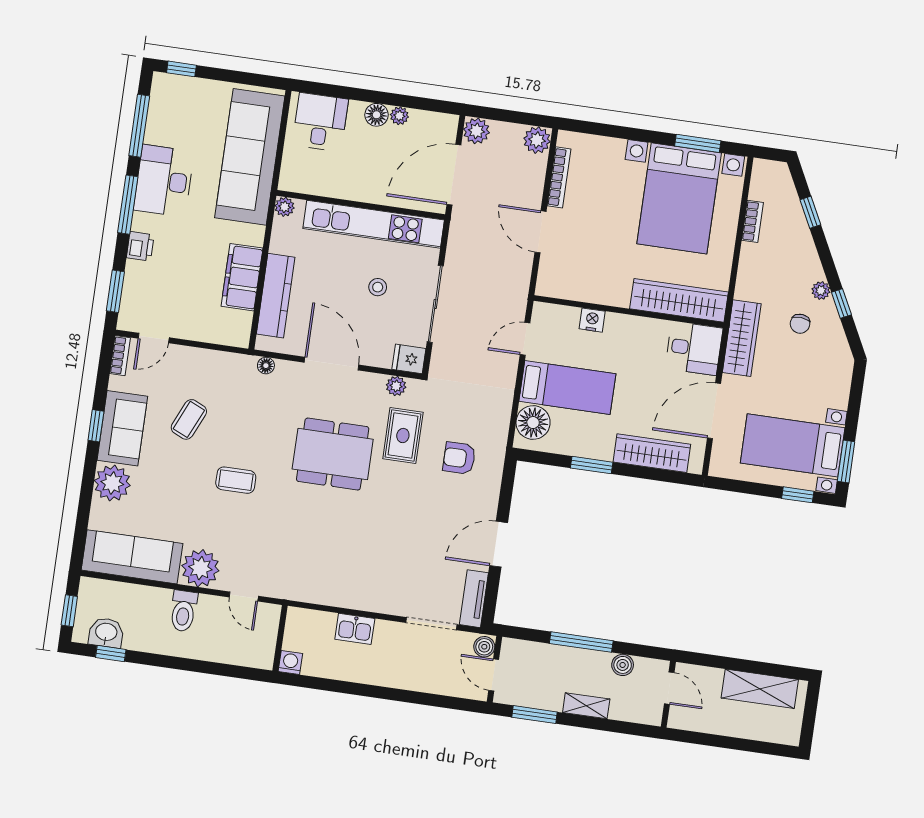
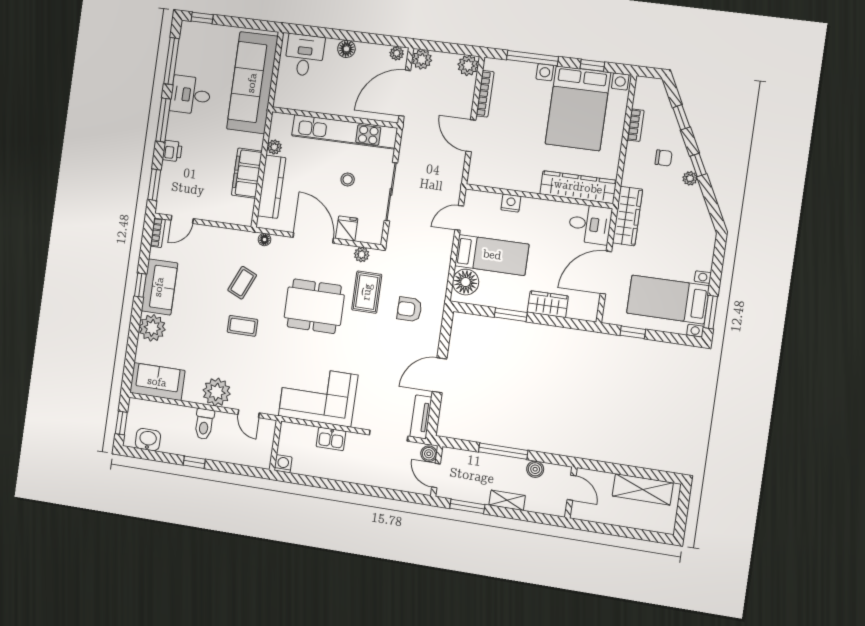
plant: (399, 116) -> (397, 53), moved
window: (621, 132) -> (532, 58), added
window: (698, 143) -> (592, 65), width x0.67
desk: (164, 181) -> (190, 95), width x0.73
plant: (285, 207) -> (274, 147), moved
window: (841, 304) -> (698, 165), moved
chair: (800, 324) -> (664, 158), moved, turned -95
fridge: (409, 359) -> (347, 228), moved, turned 90
coffee table: (189, 419) -> (242, 283), moved
wardrobe: (652, 453) -> (548, 304), width x0.67
window: (798, 495) -> (633, 332), moved
sofa: (132, 557) -> (157, 382), width x0.73
corner sofa: (338, 572) -> (318, 396), added
window: (111, 654) -> (194, 462), moved

